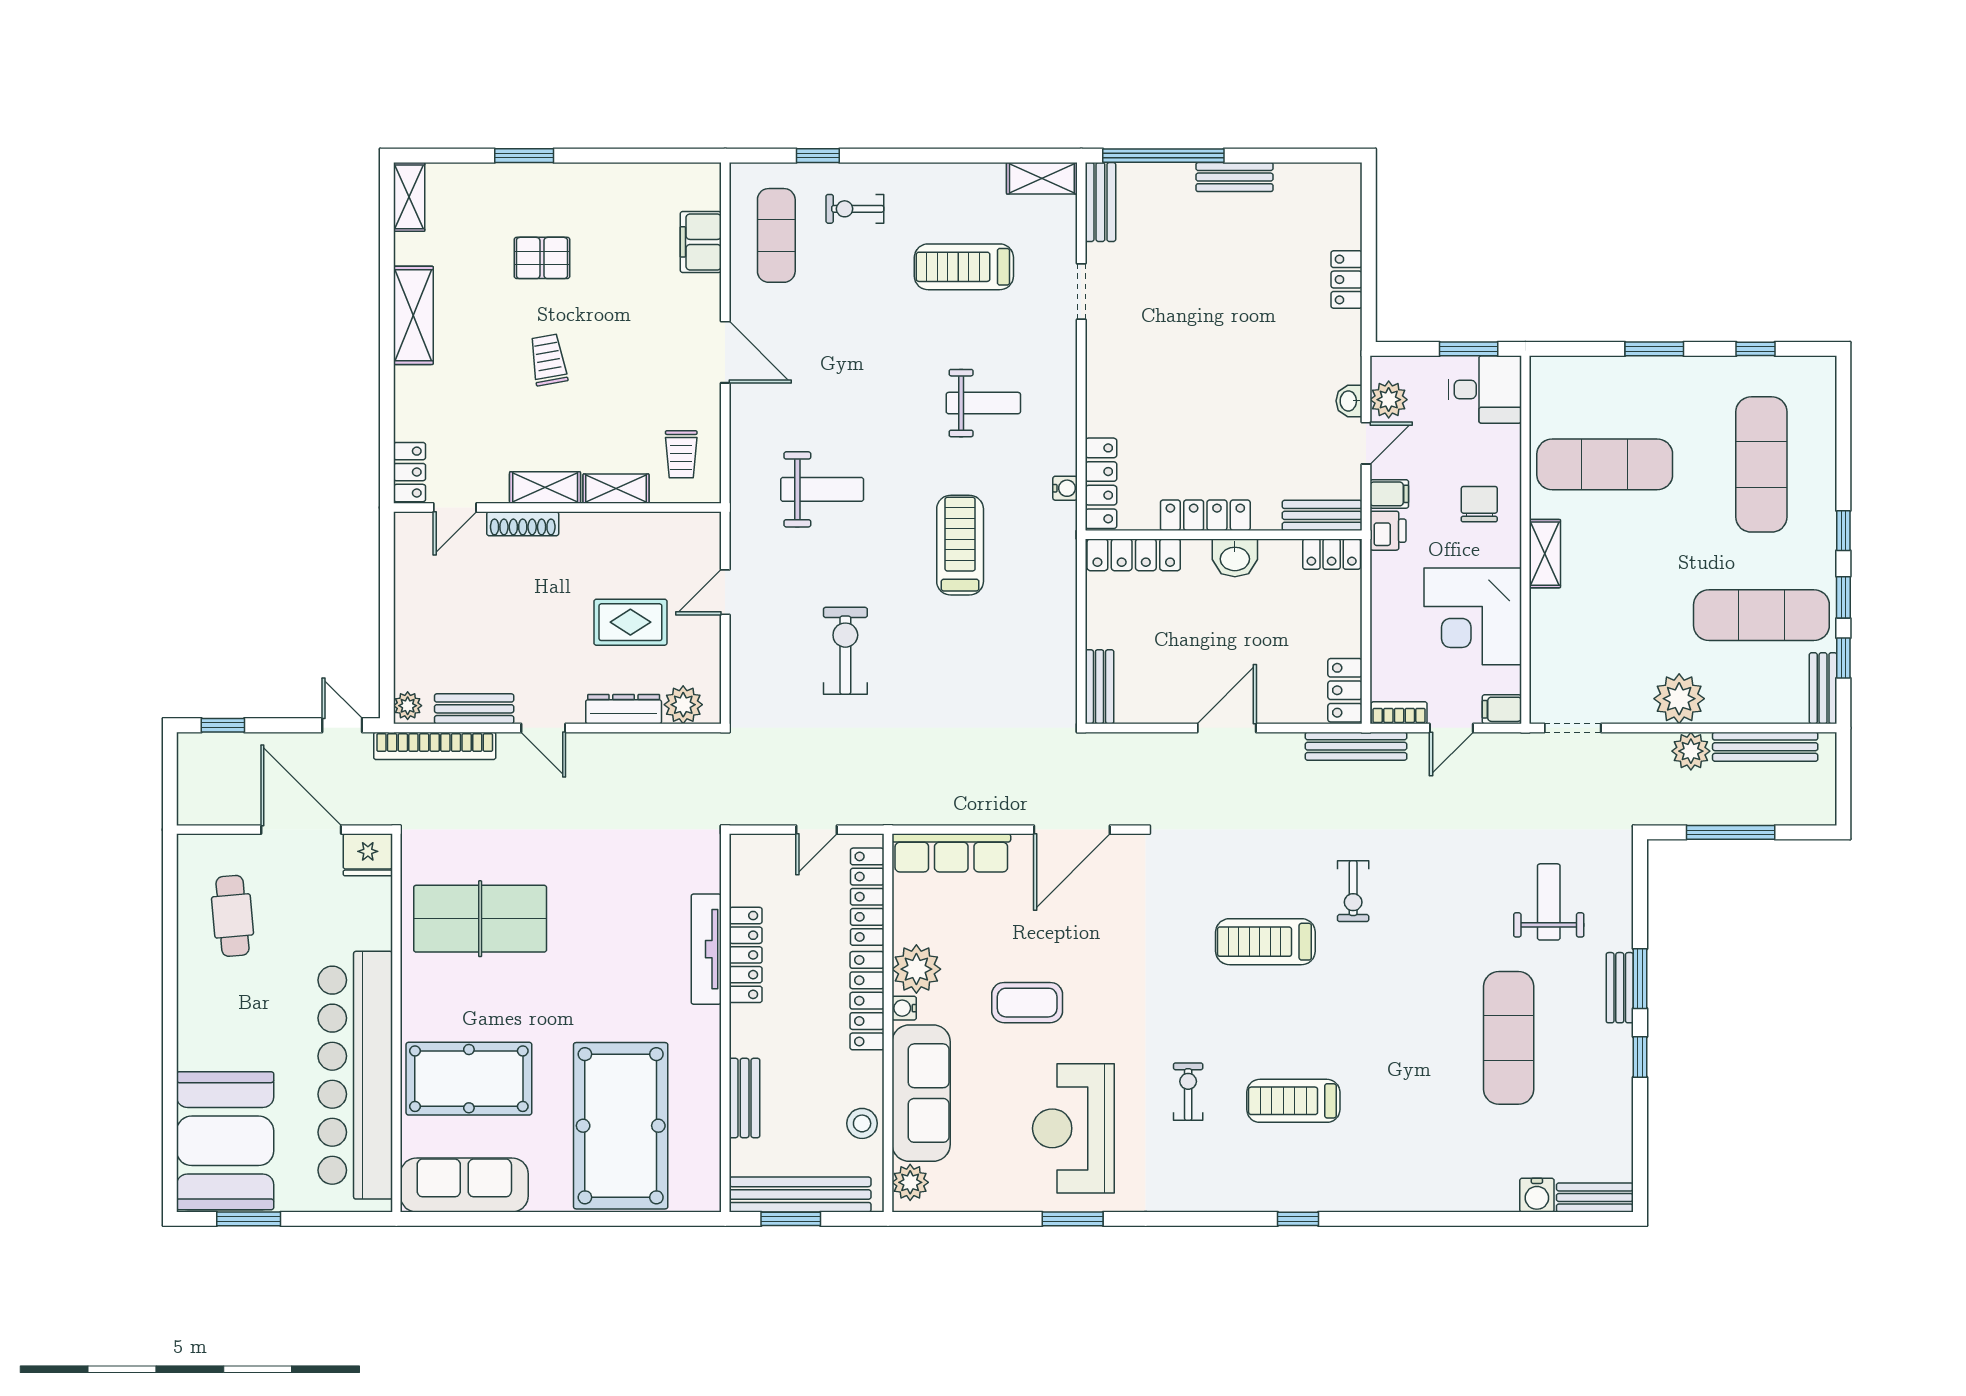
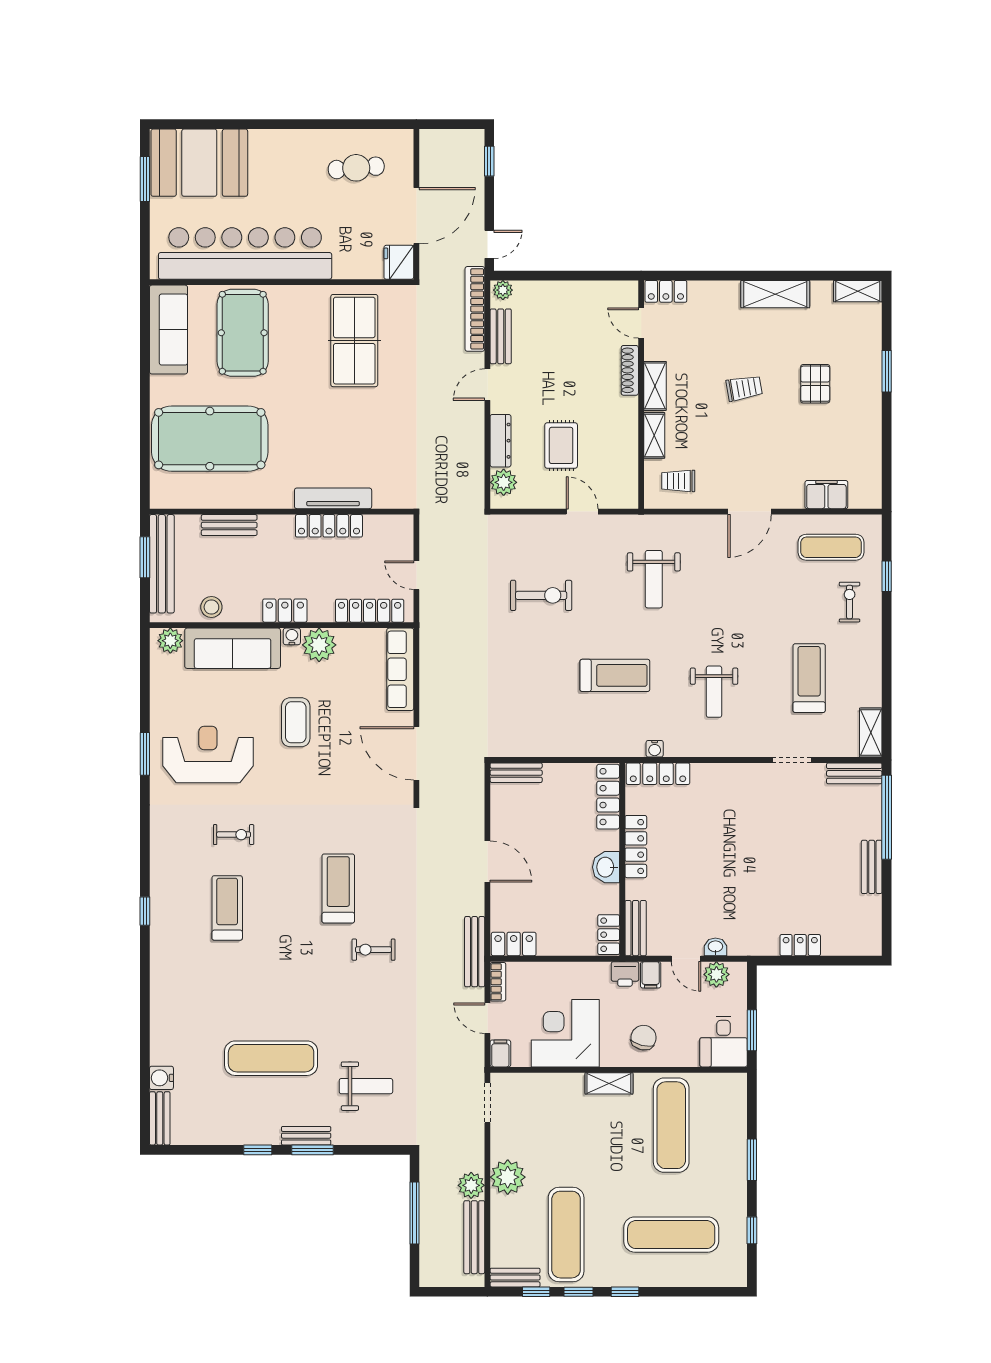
chair: (1479, 504) -> (644, 1038), turned -76
locker: (867, 1001) -> (285, 611), width x0.66

